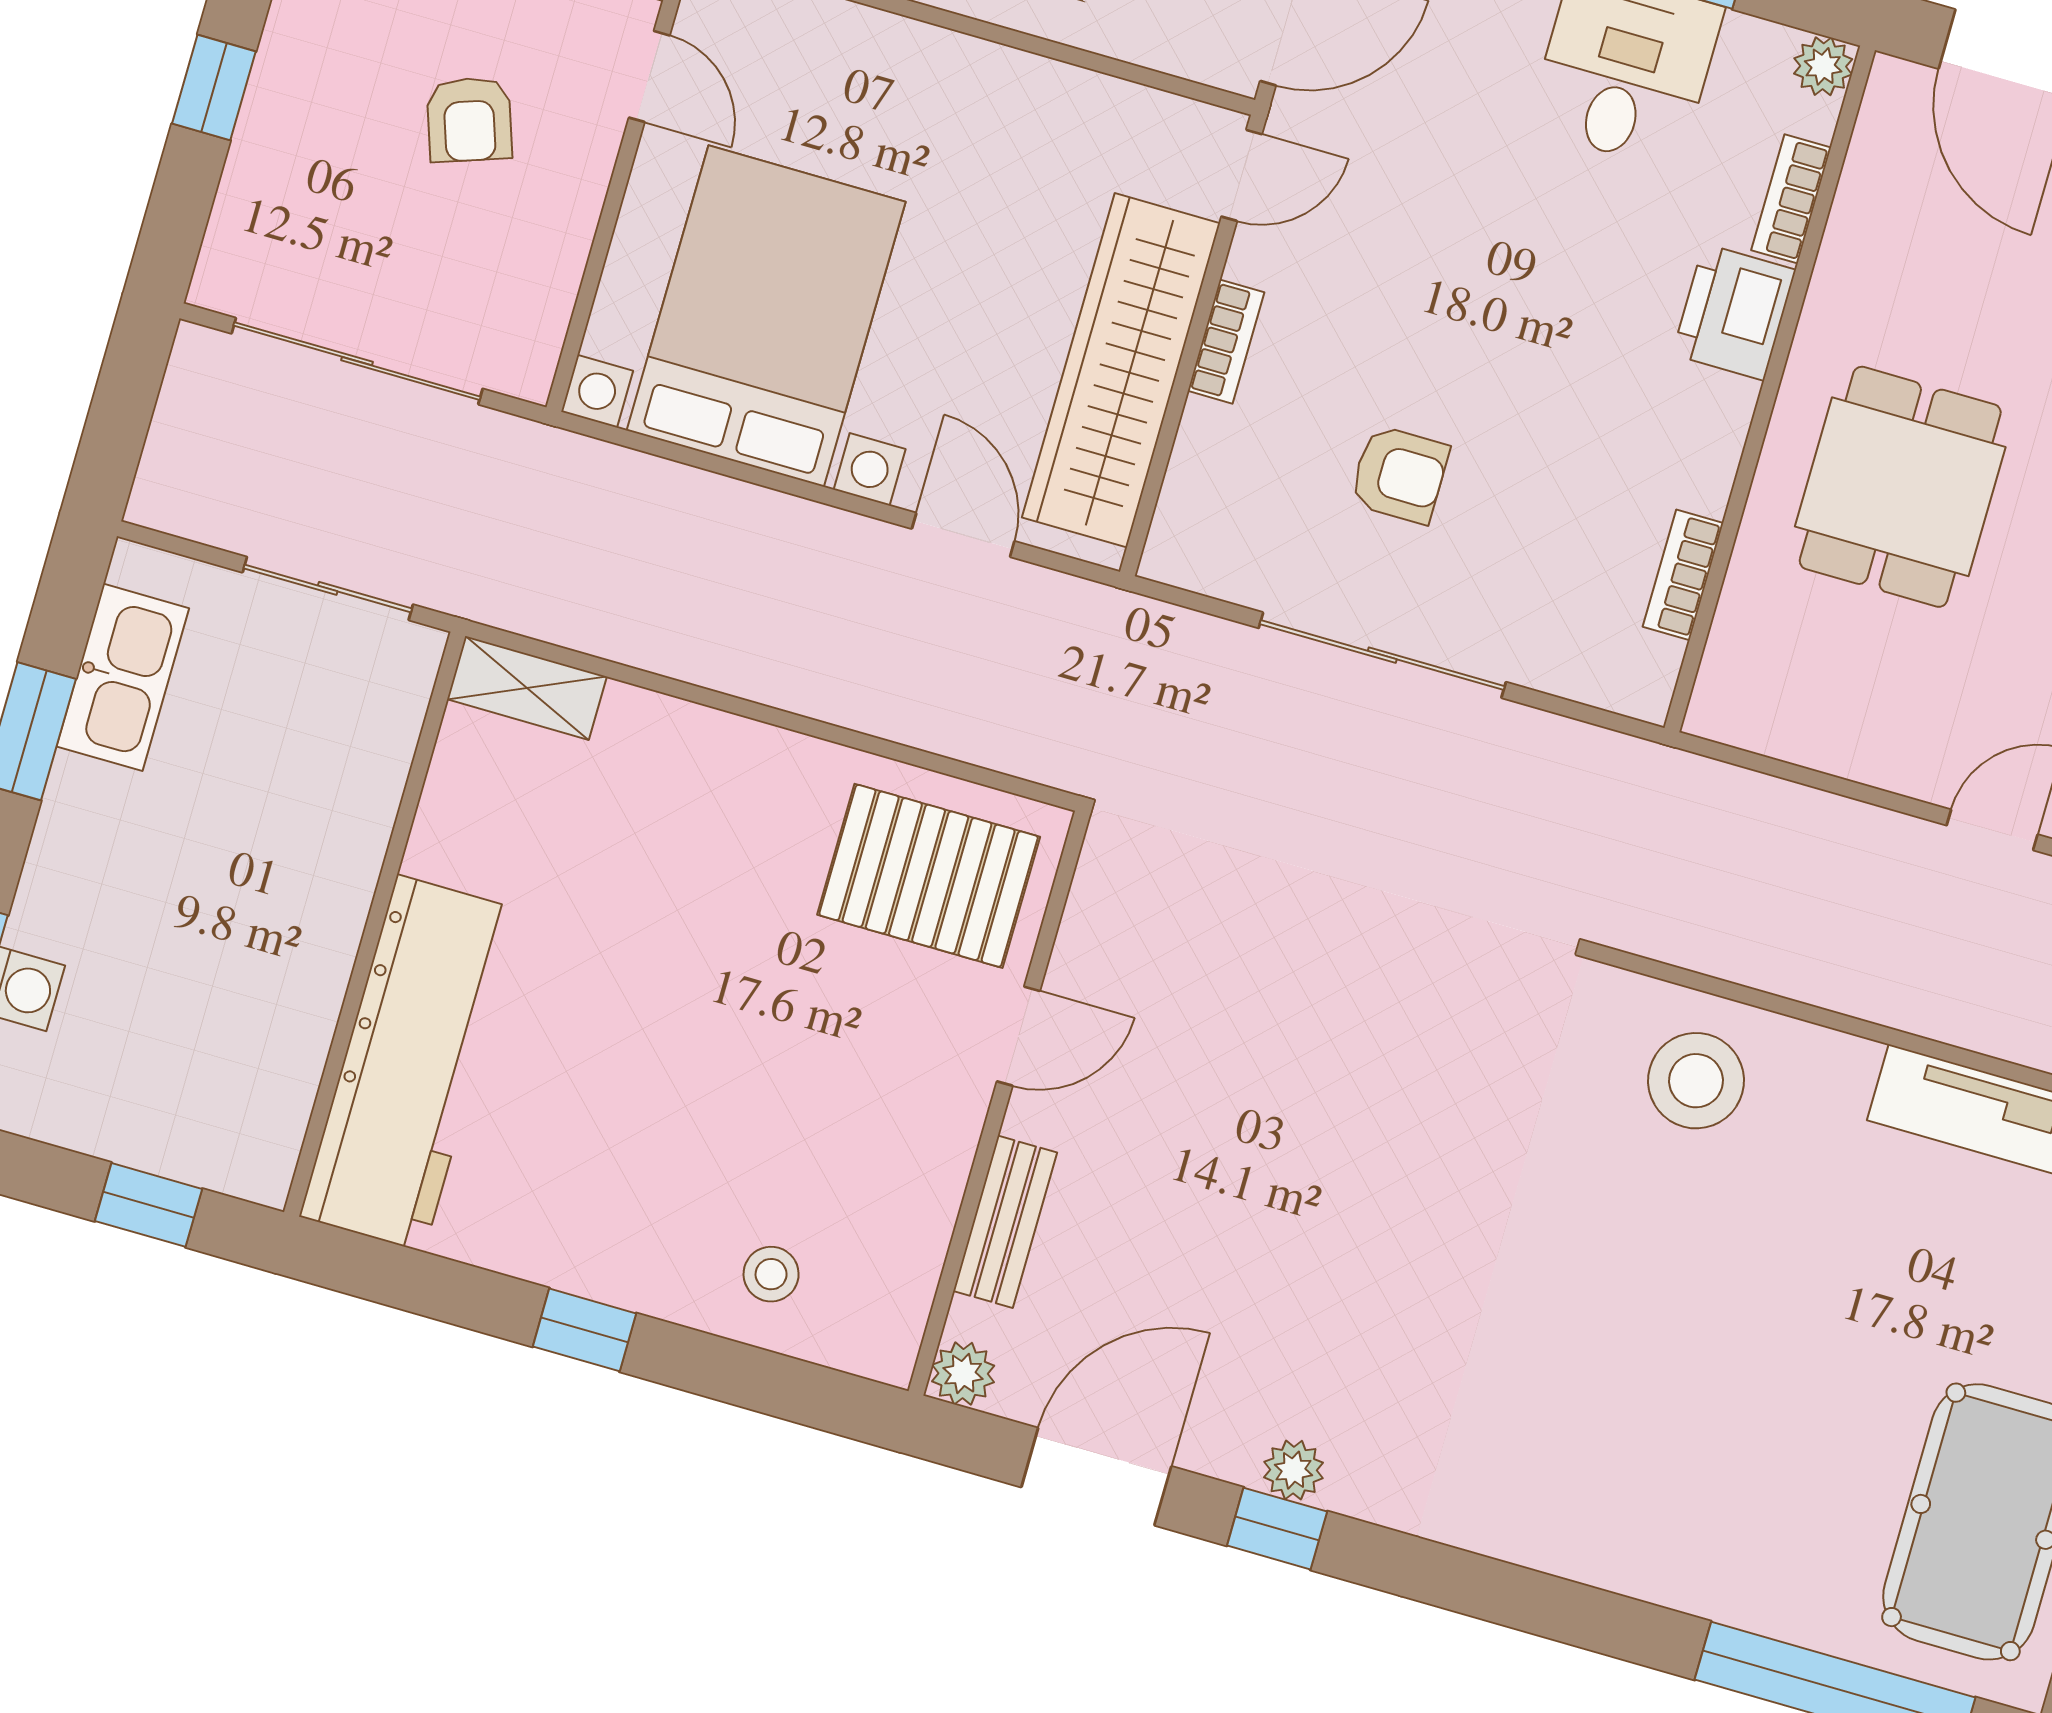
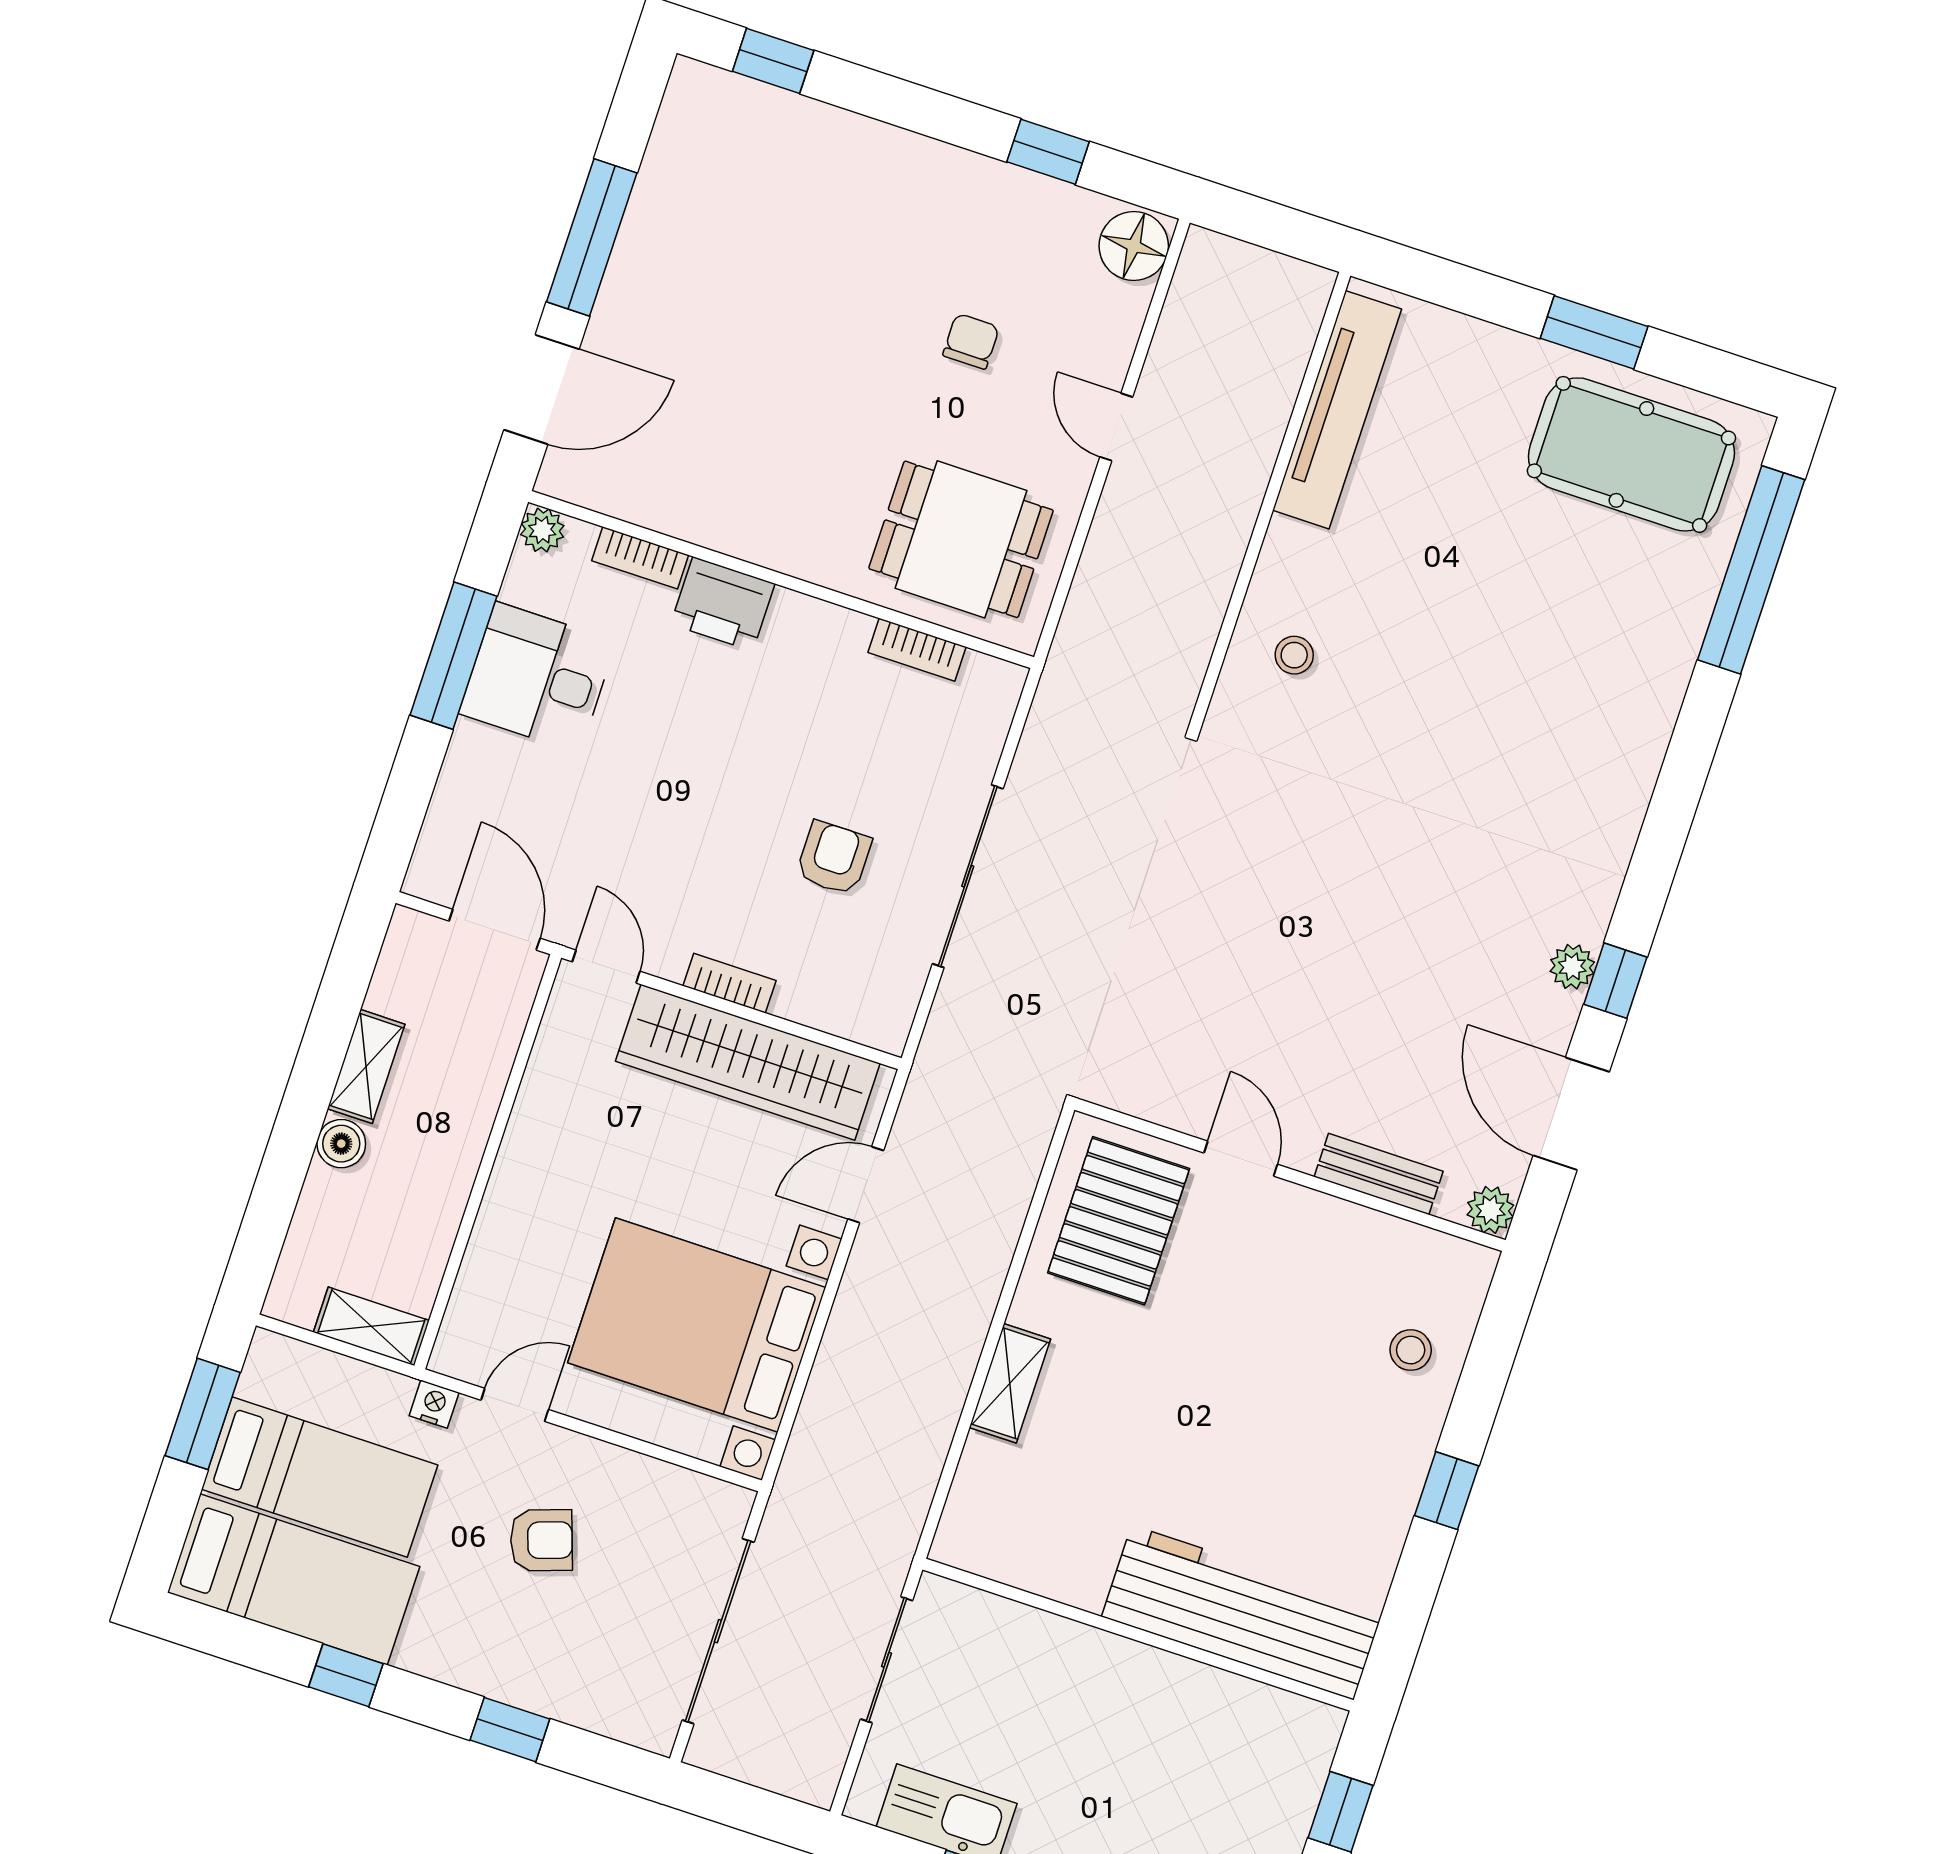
dining table: (1900, 487) -> (961, 539), moved
shelving: (527, 688) -> (1010, 1383), moved
stool: (1696, 1081) -> (1294, 655), width x0.53, depth x0.53

